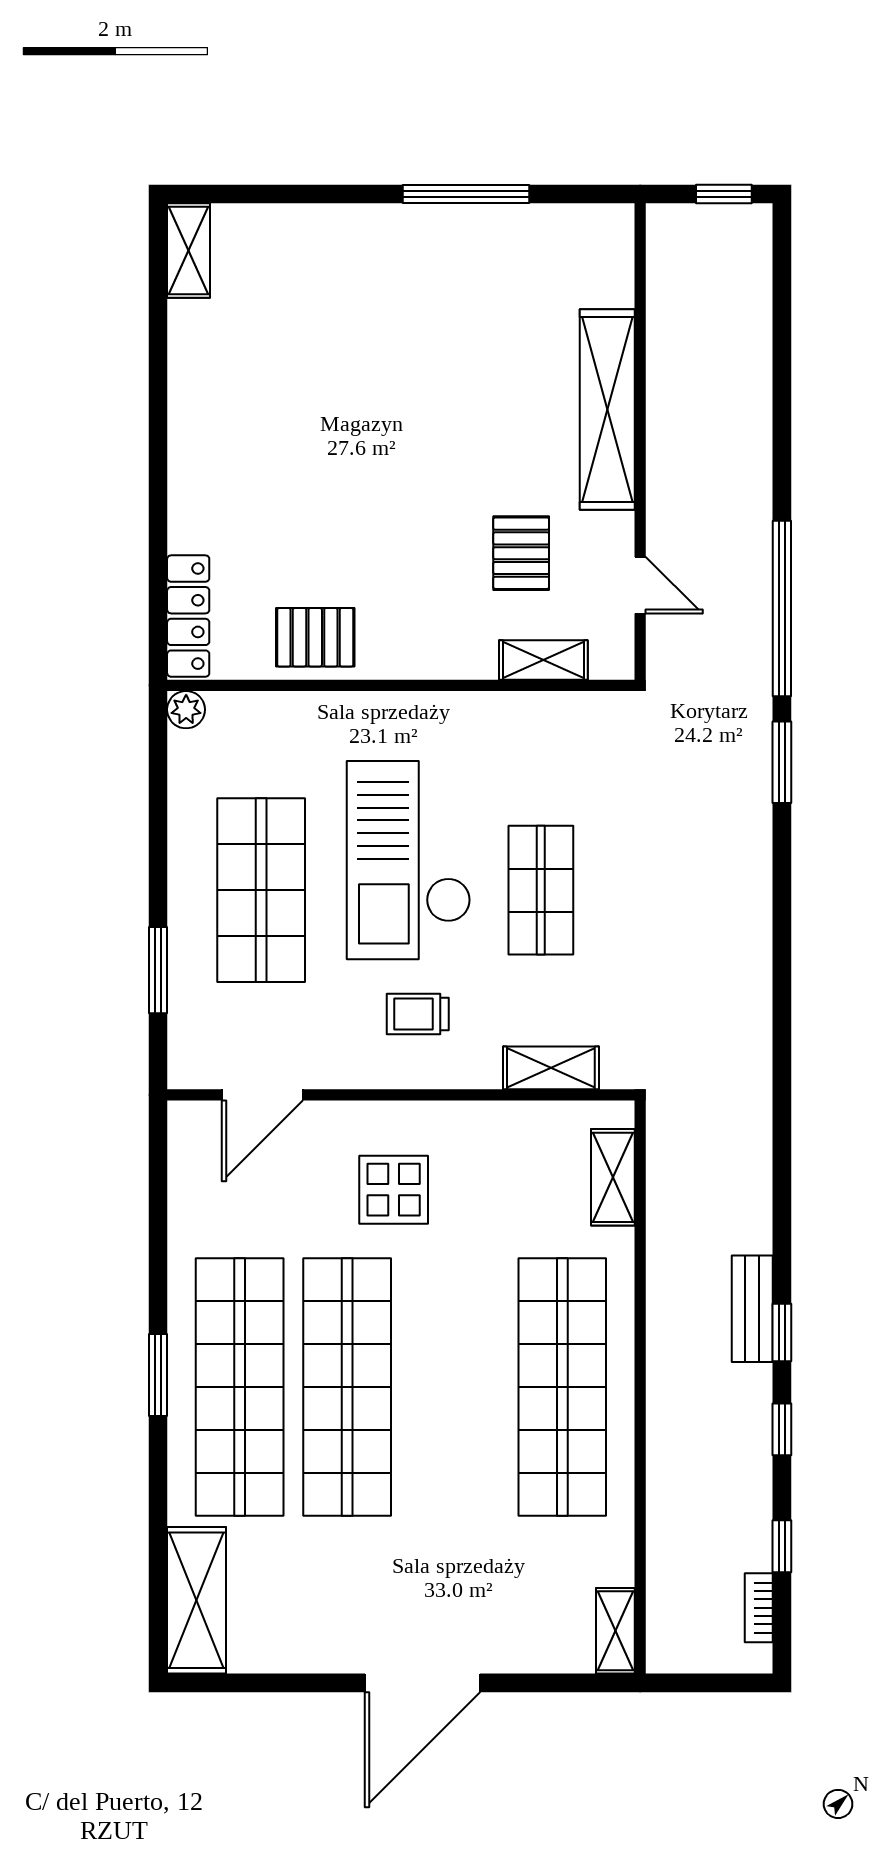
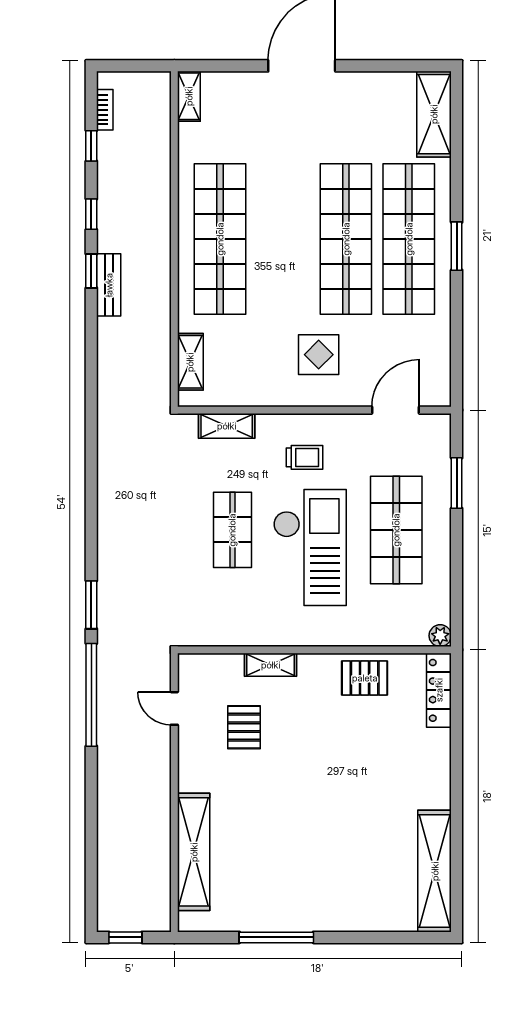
shelving: (189, 251) -> (435, 871), width x2.20, depth x1.33
shelving: (607, 410) -> (194, 852), moved
shelving: (543, 660) -> (271, 665), moved

